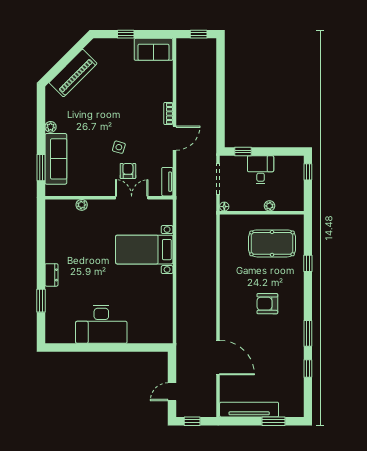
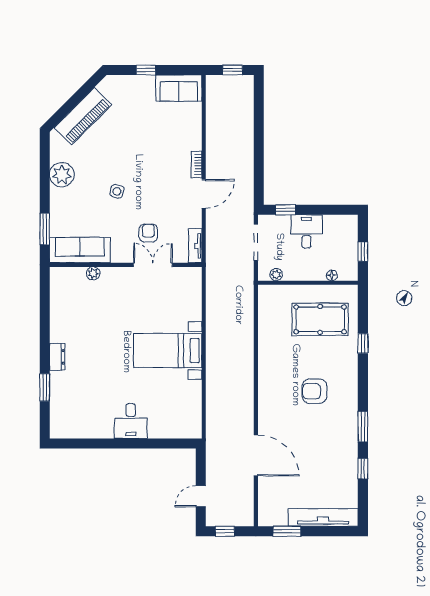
plant: (51, 127) -> (62, 175), width x1.88, depth x1.88
side table: (119, 147) -> (117, 191), moved
sofa: (56, 159) -> (80, 250), moved, turned -90
window: (308, 172) -> (363, 252), moved
plant: (269, 206) -> (276, 275), moved
floor lamp: (224, 207) -> (332, 275), moved
bed with nightstands: (144, 250) -> (168, 351), moved
desk: (101, 324) -> (131, 421), width x0.53, depth x0.77
tv unit: (249, 410) -> (323, 517), moved
window: (274, 421) -> (287, 531), moved

